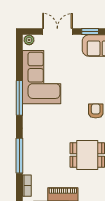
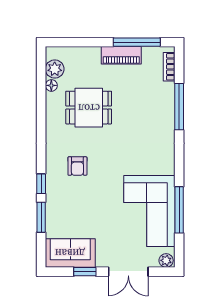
window: (19, 98) -> (179, 210), moved

